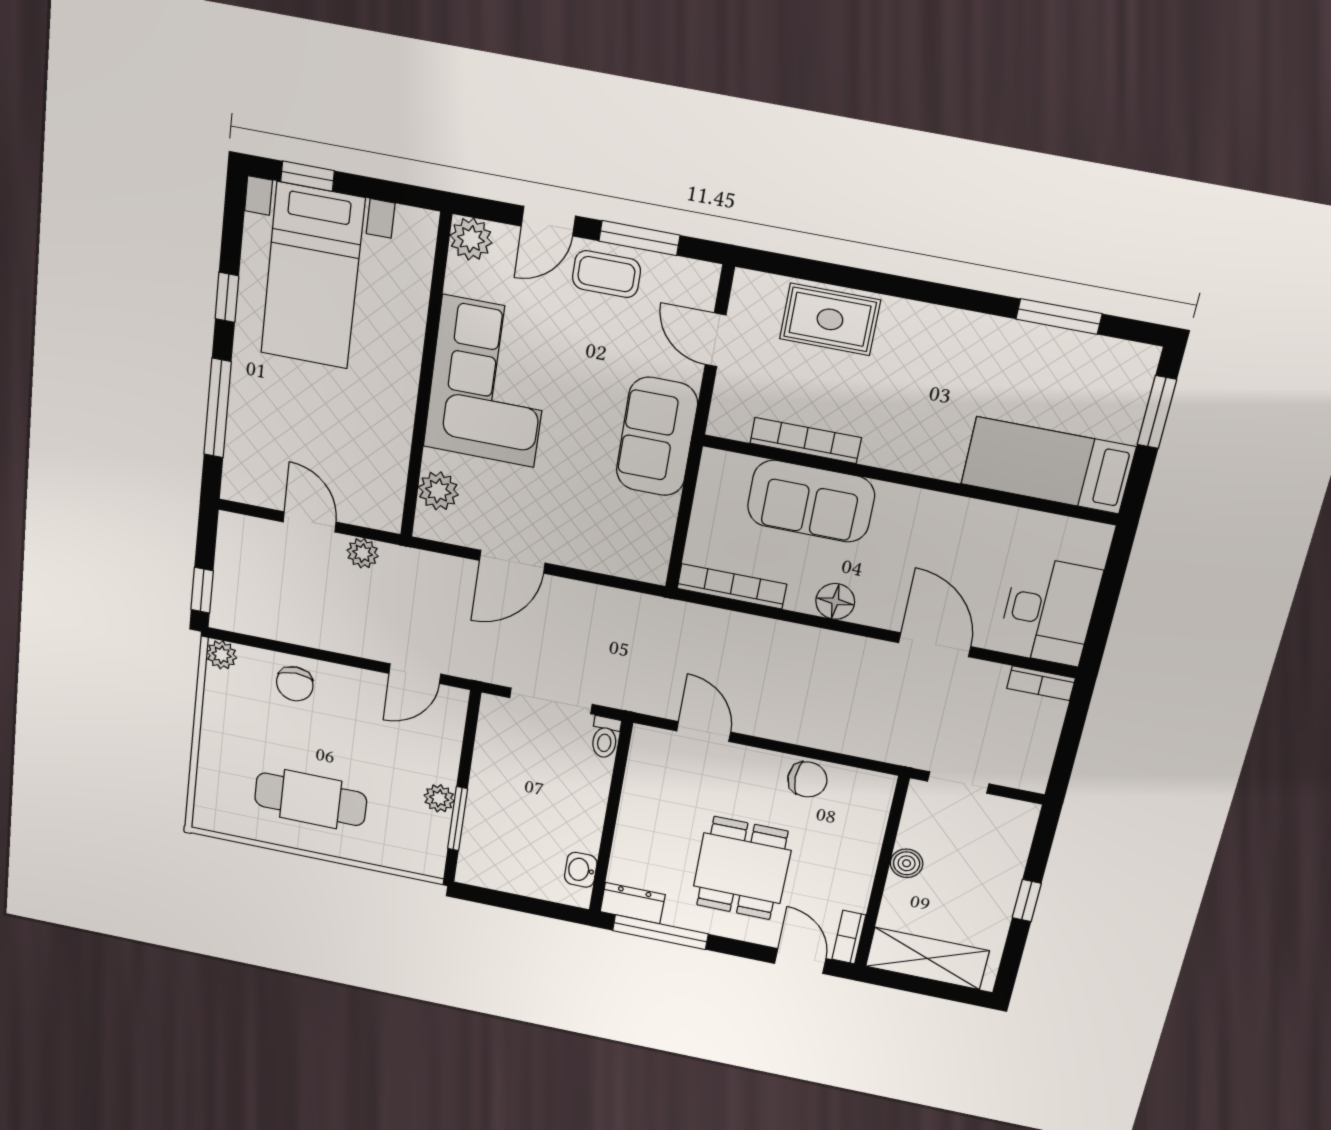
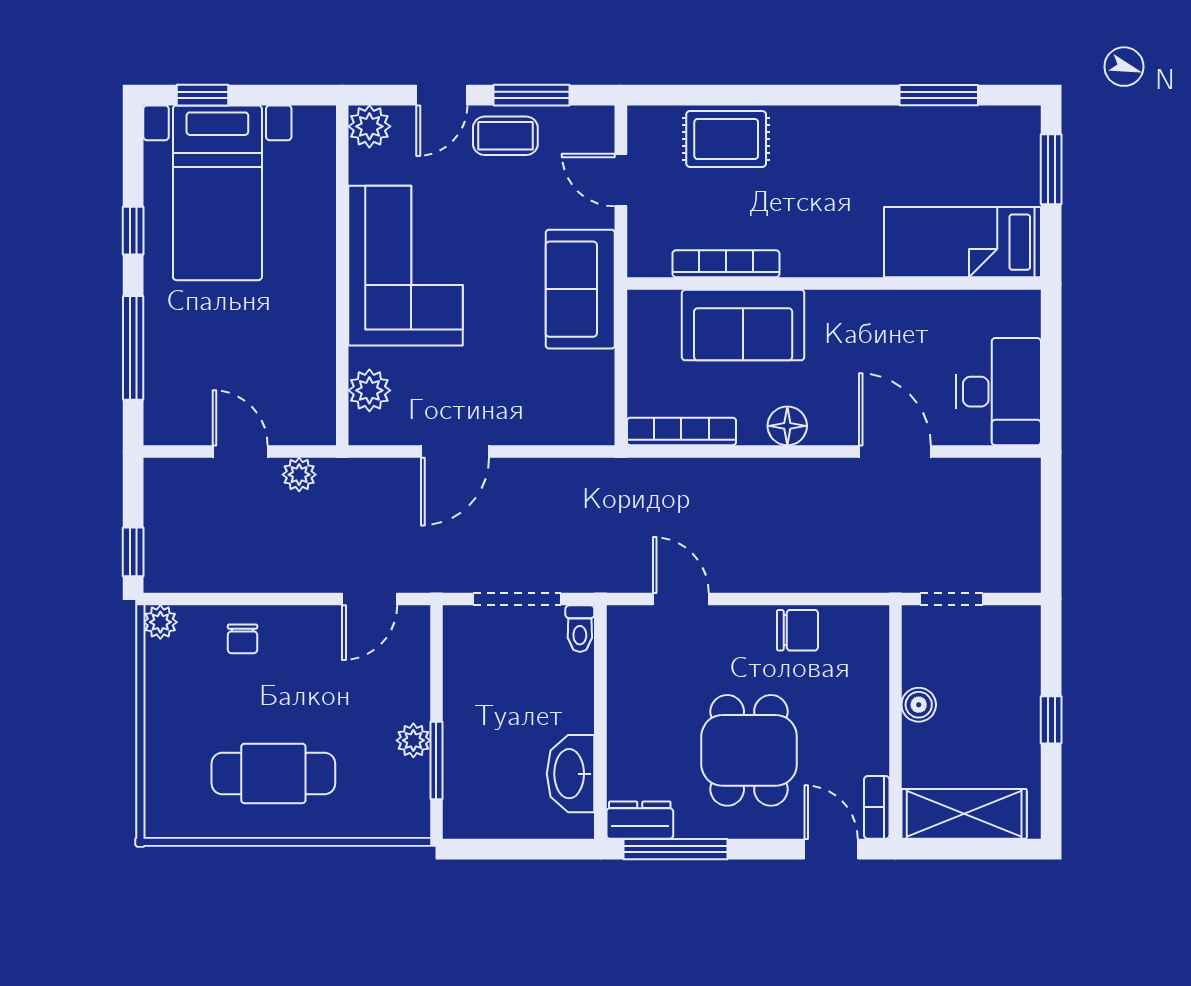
bookcase: (1041, 683) -> (1009, 471), removed
chair: (295, 684) -> (243, 639), width x0.73, depth x0.73
washbasin: (581, 870) -> (571, 774), width x1.91, depth x1.45

